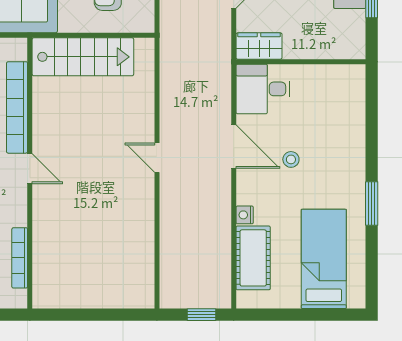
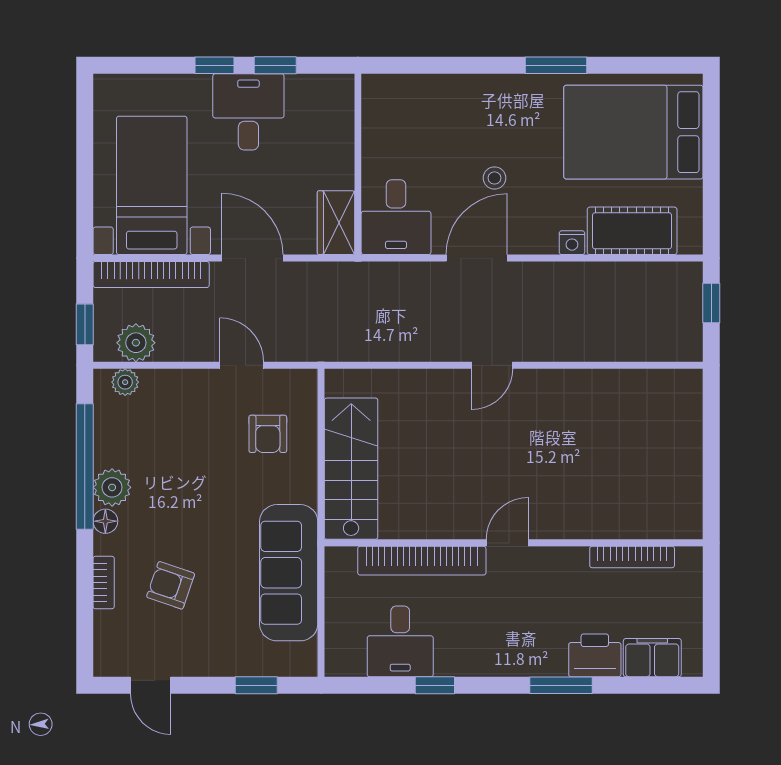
bed: (324, 259) -> (633, 132), width x1.50

